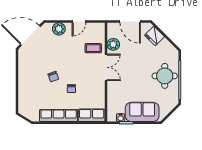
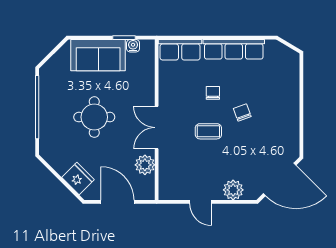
door: (79, 22) -> (201, 202), swing flipped
coffee table: (93, 48) -> (208, 131), moved
round table: (165, 76) -> (94, 117), moved

